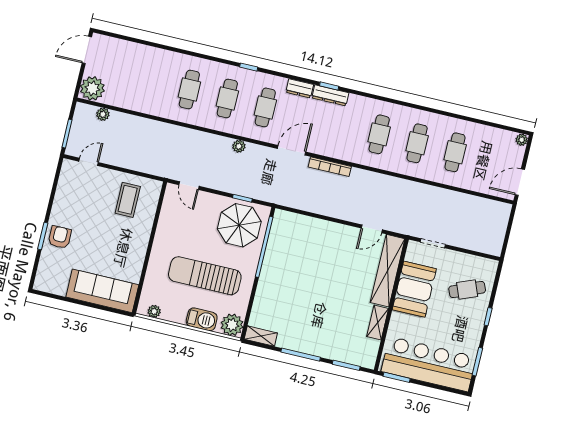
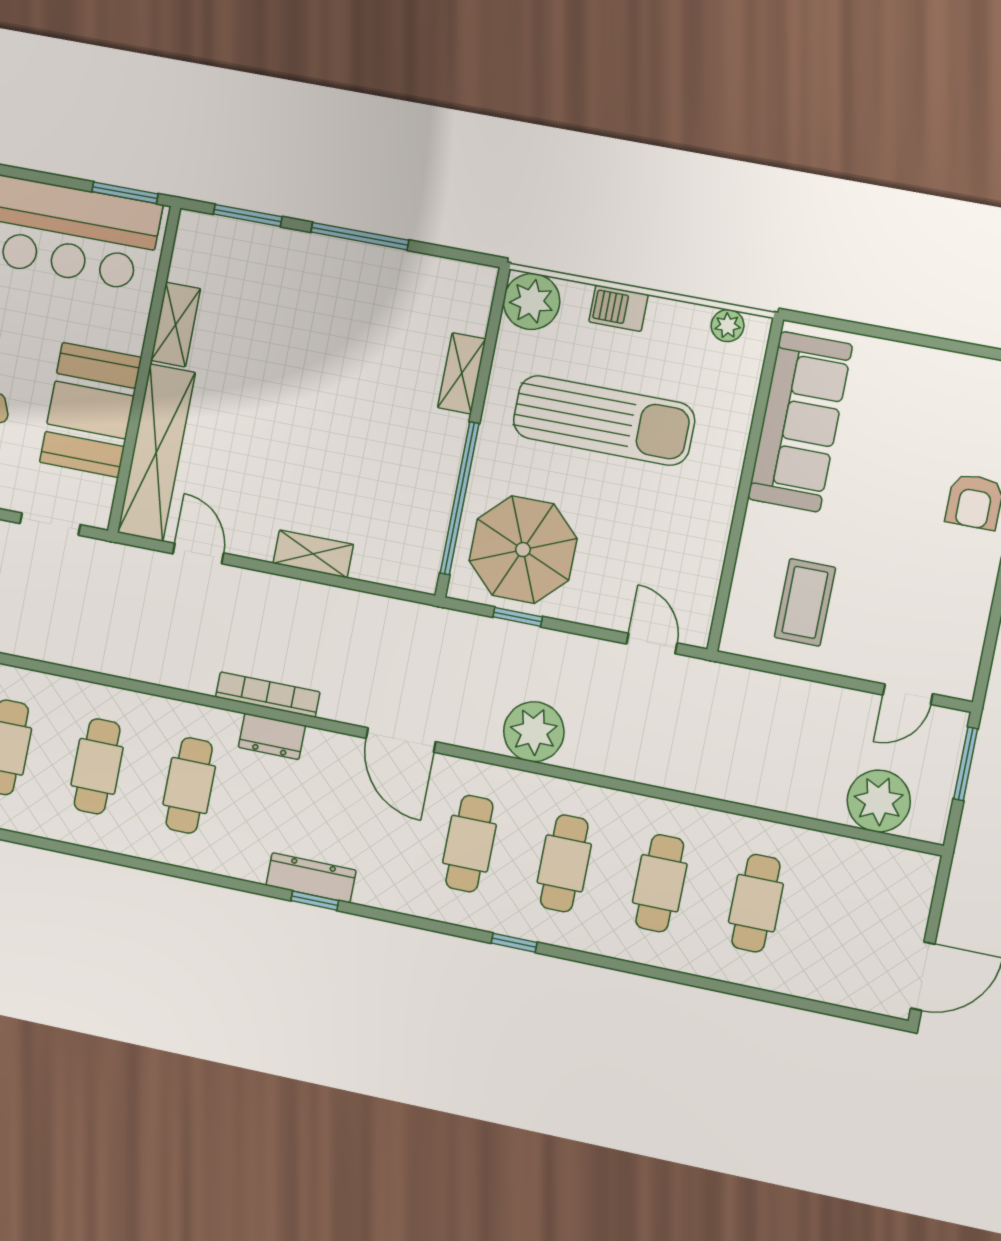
cafe table: (151, 81) -> (756, 903), added
plant: (92, 88) -> (905, 880), removed
dresser: (300, 88) -> (272, 736), moved, turned 180
plant: (103, 114) -> (879, 801), width x1.88, depth x1.88
plant: (239, 146) -> (534, 732), width x1.87, depth x1.87
door: (292, 150) -> (401, 740), hinge flipped
bookcase: (330, 167) -> (268, 695), moved
shelving: (324, 227) -> (313, 554), added
door: (372, 229) -> (198, 553), hinge flipped
sofa: (102, 291) -> (800, 422), moved, turned -90
barbecue: (202, 319) -> (619, 308), width x0.73, depth x0.79
shelving: (261, 336) -> (462, 373), moved, turned 90

